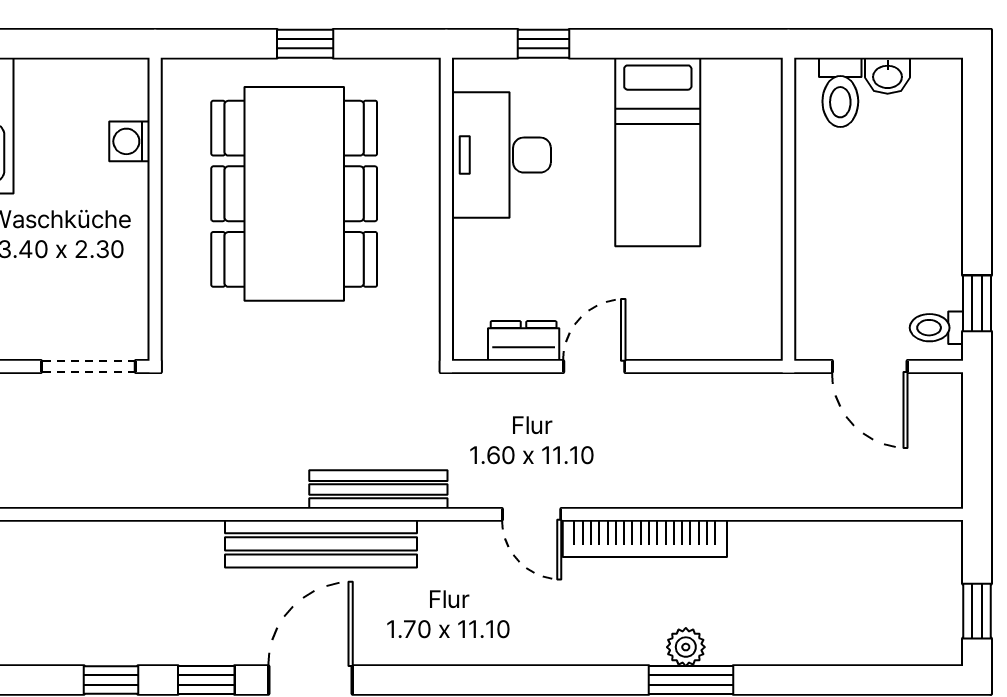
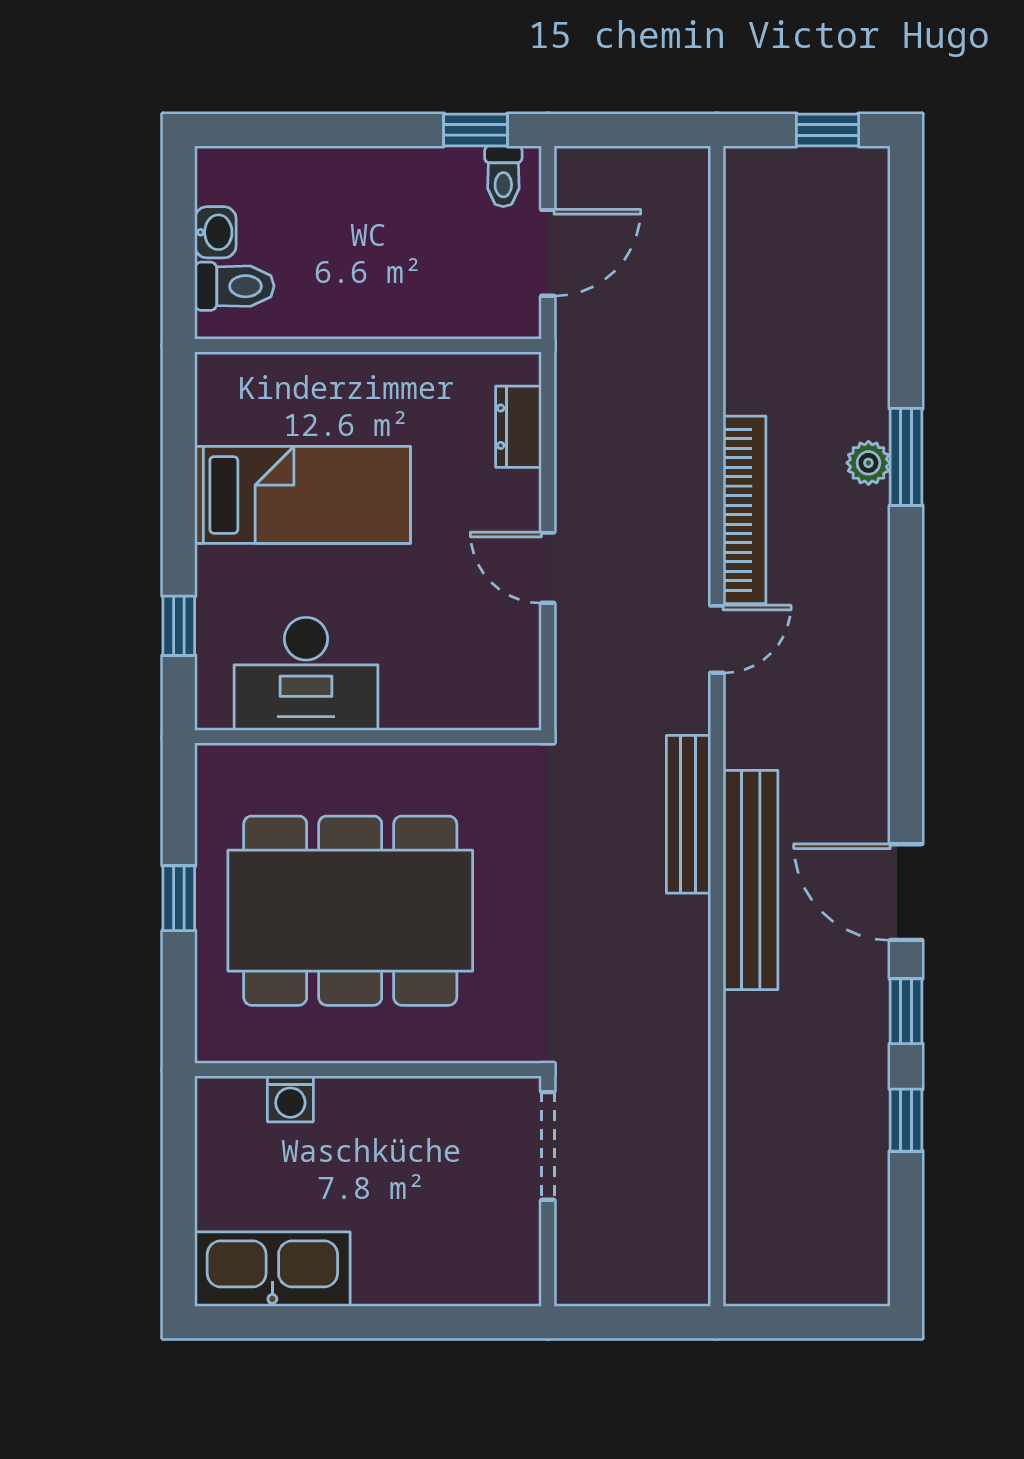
dresser: (524, 341) -> (519, 427), moved

